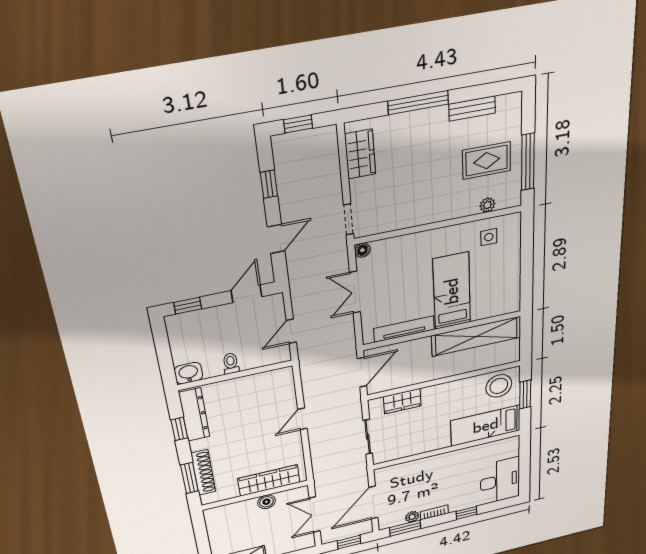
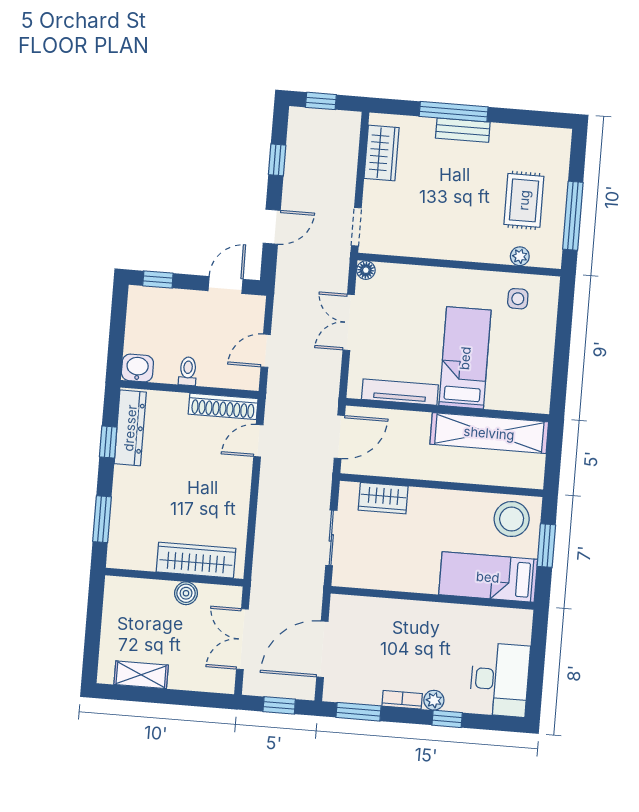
bench: (472, 109) -> (463, 130), moved
rug: (487, 161) -> (524, 200), turned 90
door: (302, 419) -> (258, 441), moved
shoe rack: (203, 472) -> (223, 406), moved, turned 90
plant: (412, 517) -> (434, 700), moved

